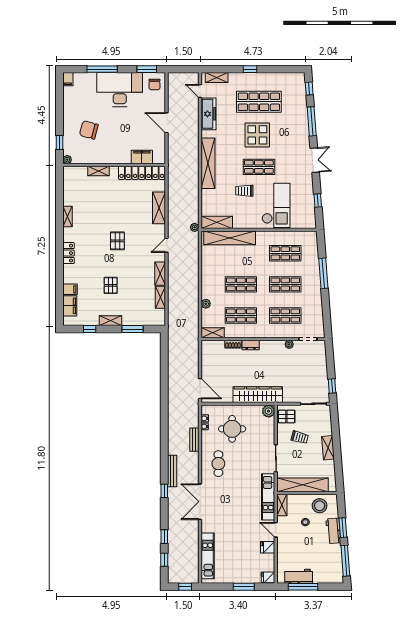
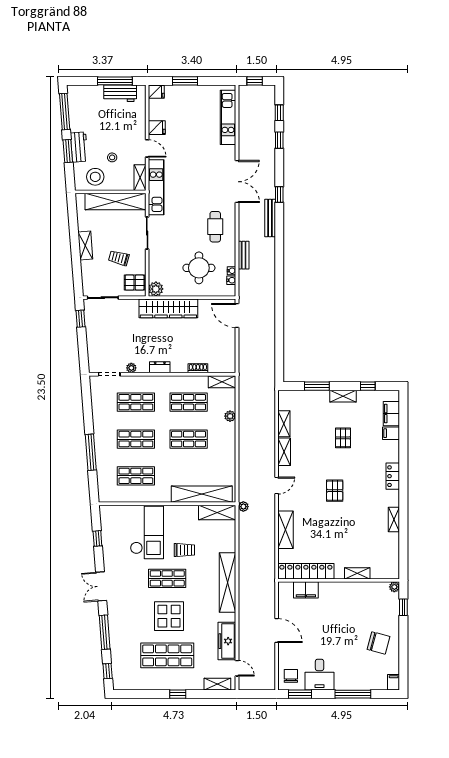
desk: (120, 90) -> (320, 675), width x0.53, depth x0.77
chair: (89, 130) -> (379, 643), moved
checkout: (276, 205) -> (147, 533), turned 180
dresser: (251, 345) -> (160, 367), moved

